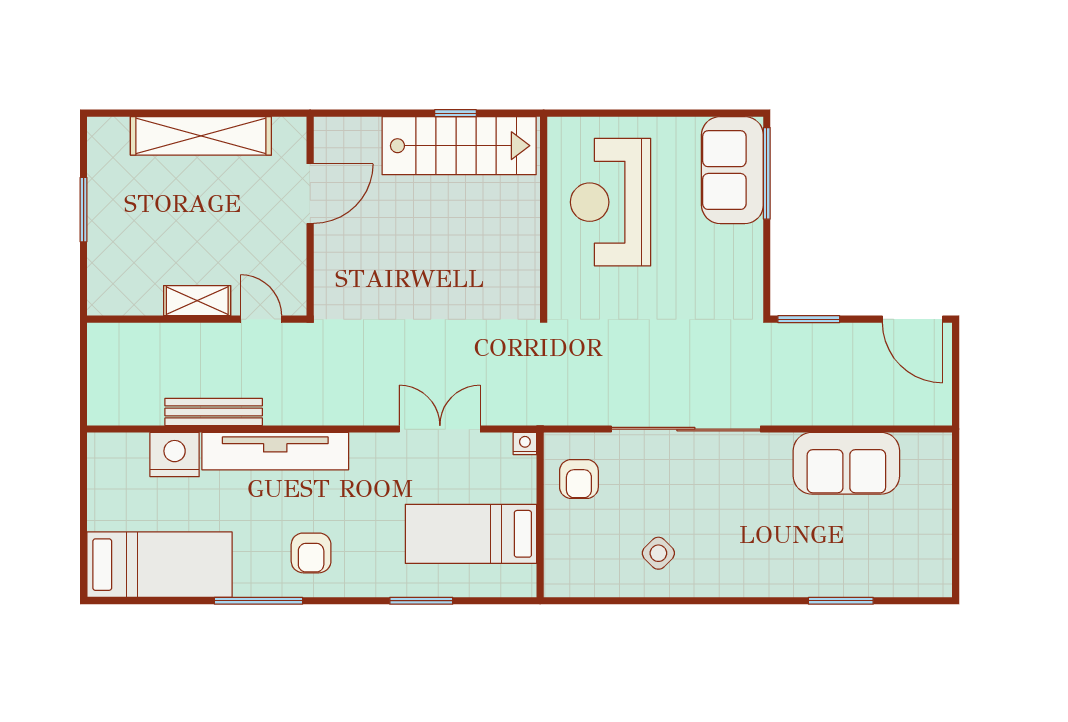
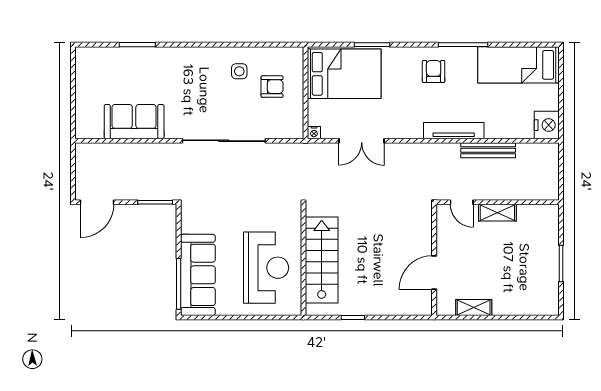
shelving: (201, 136) -> (474, 307), width x0.45, depth x0.75
stairs: (459, 146) -> (322, 260), moved, turned 90
sofa: (732, 170) -> (198, 275), width x1.36
door: (913, 319) -> (97, 202), swing flipped
tv unit: (275, 451) -> (454, 131), width x0.73, depth x0.78
nightstand: (175, 455) -> (547, 125), moved, turned -90
armchair: (579, 479) -> (272, 87), moved, turned 90
bed: (471, 534) -> (344, 74), width x1.50
side table: (658, 553) -> (239, 71), turned 45

